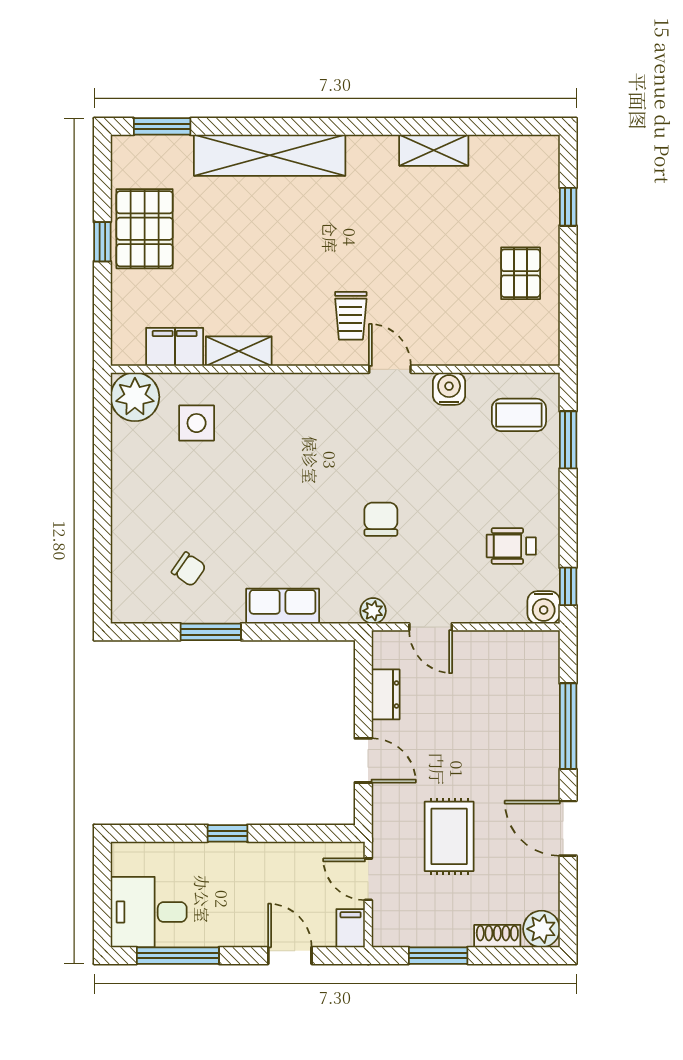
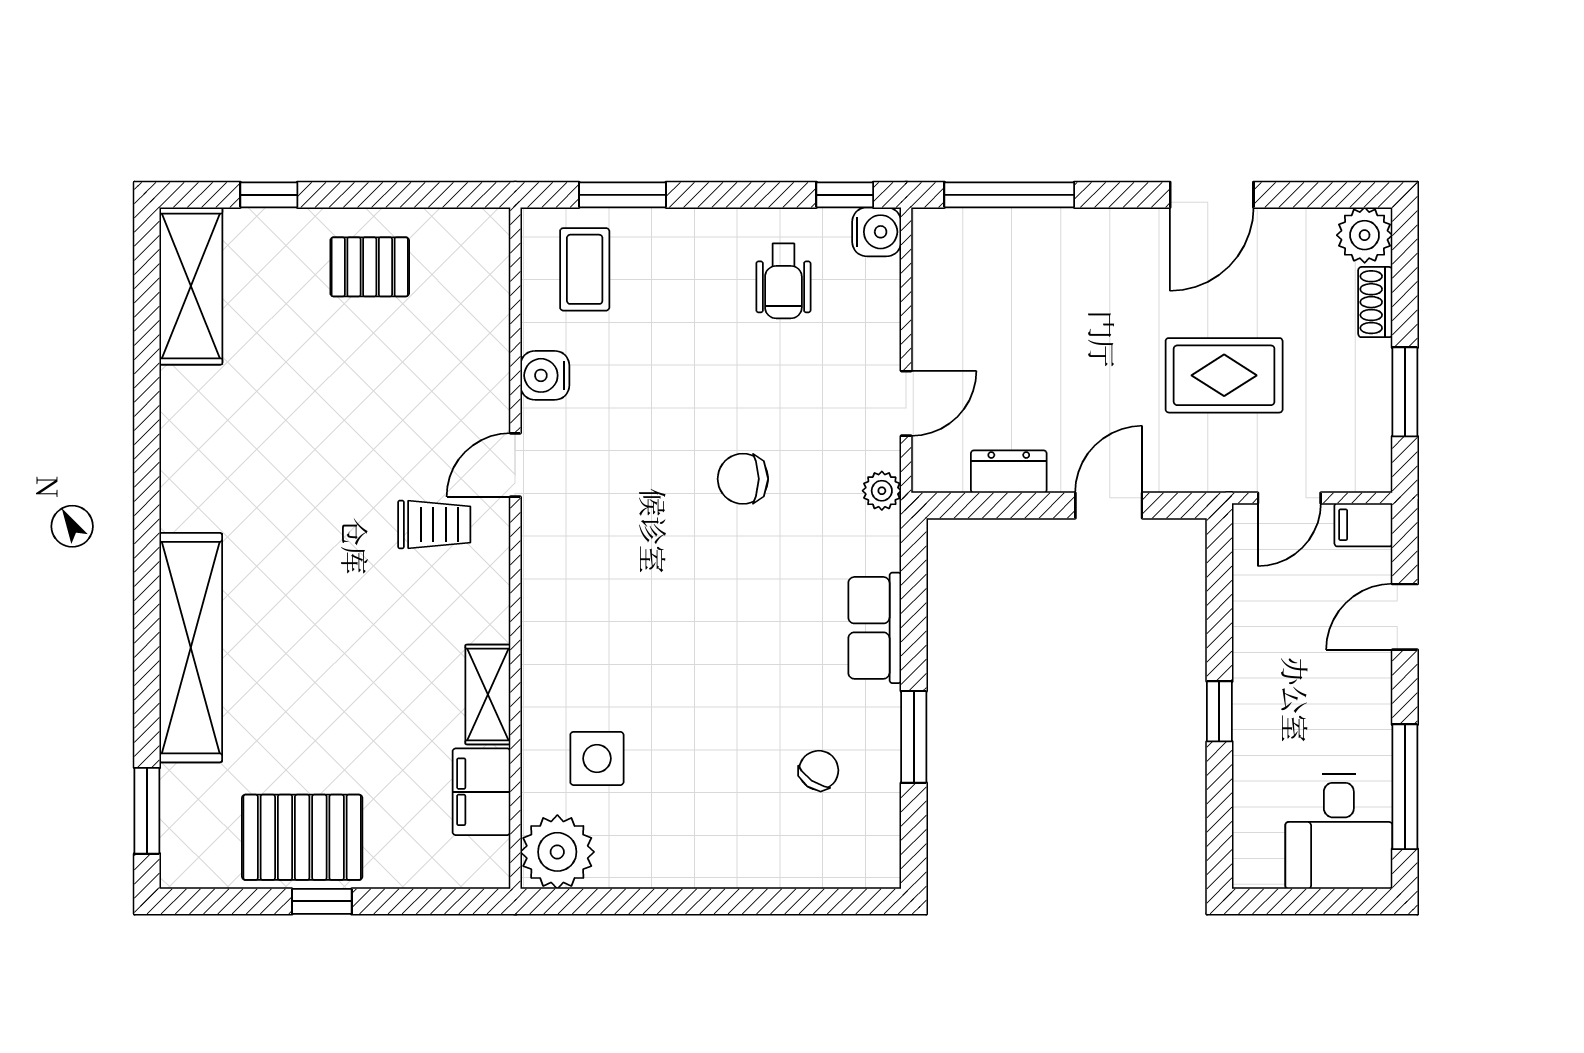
shelving: (434, 150) -> (191, 286), moved, width x1.50, depth x1.33
window: (568, 726) -> (1009, 195), moved

